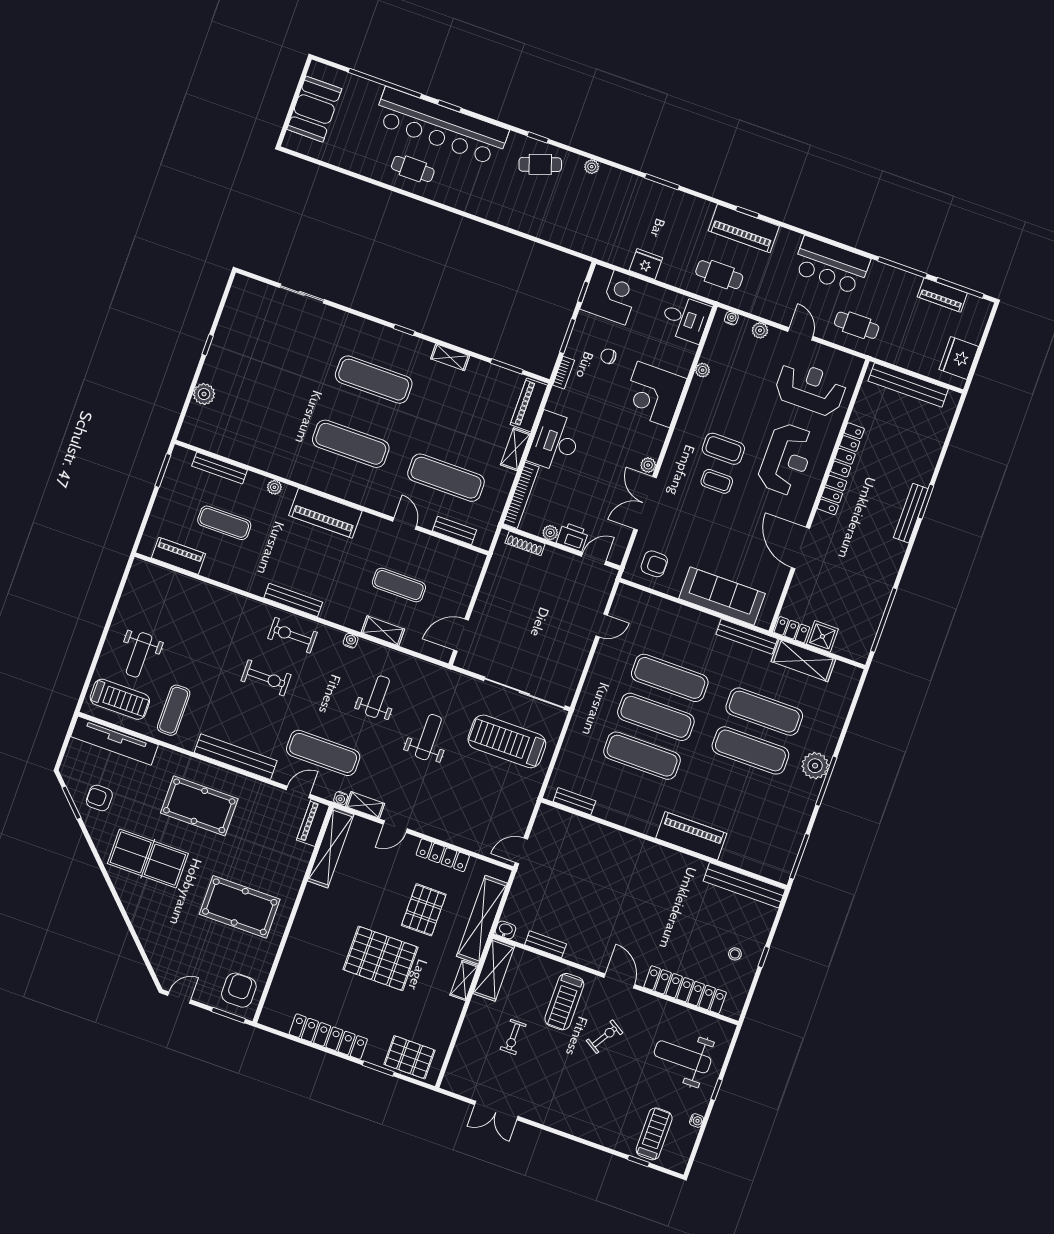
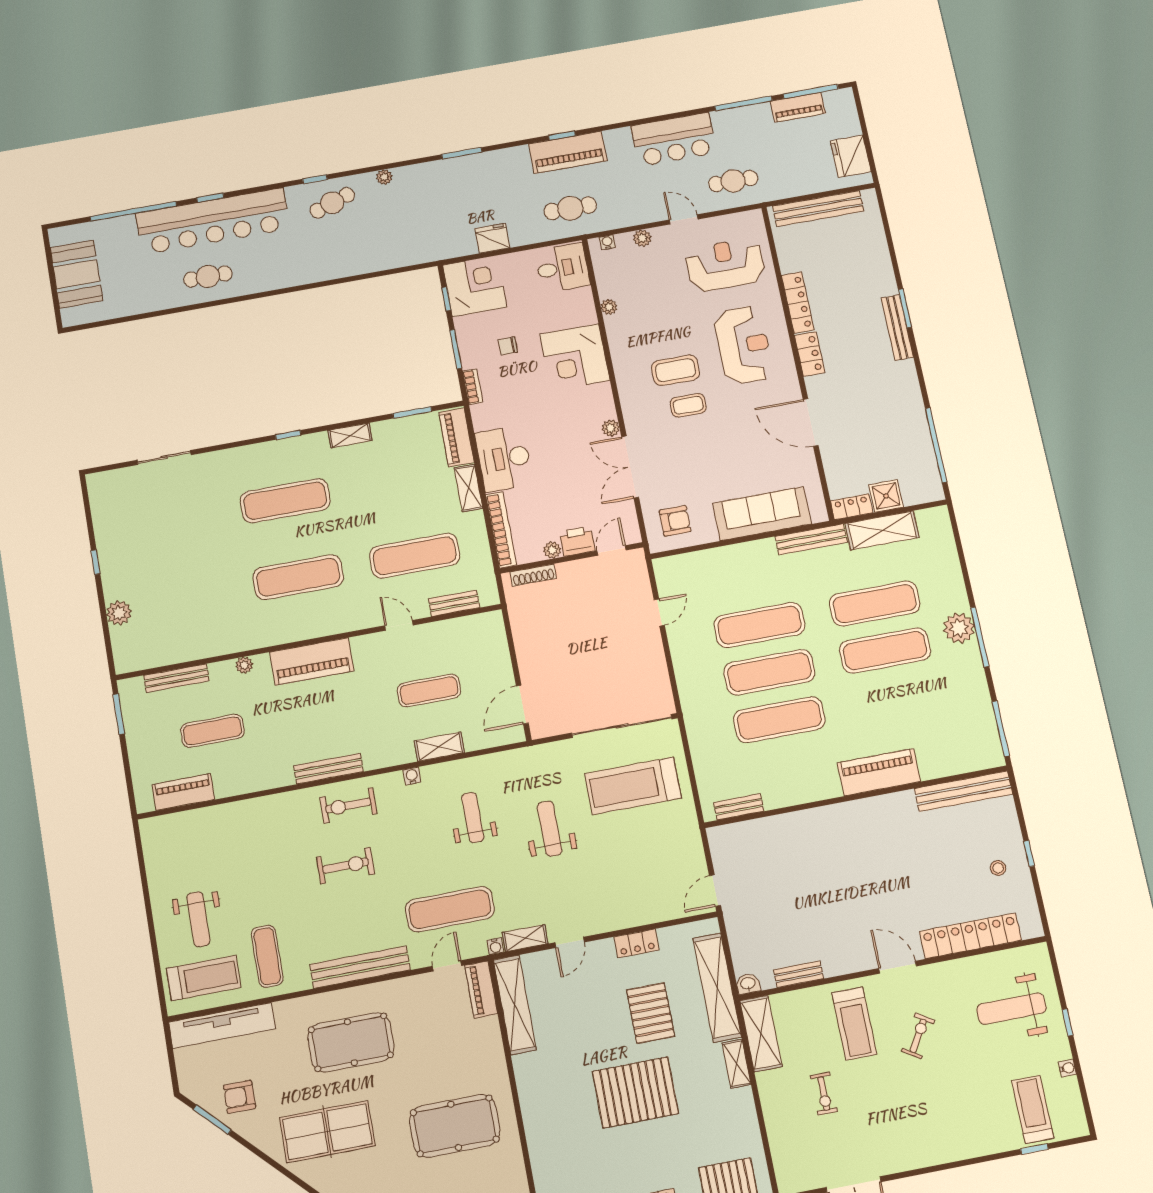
locker: (443, 855) -> (637, 943), width x0.66

